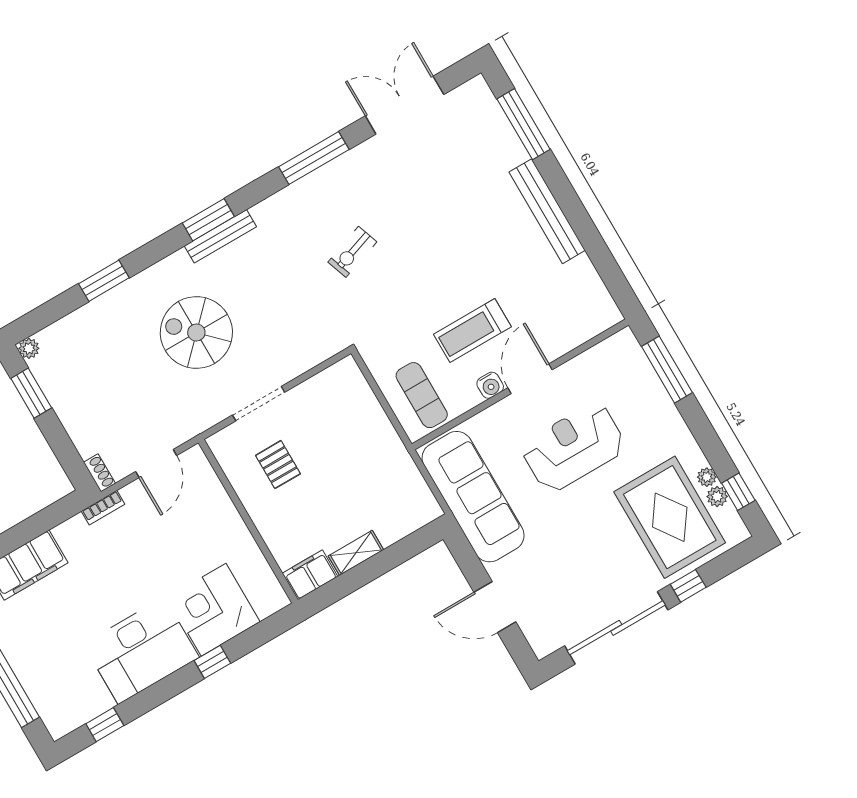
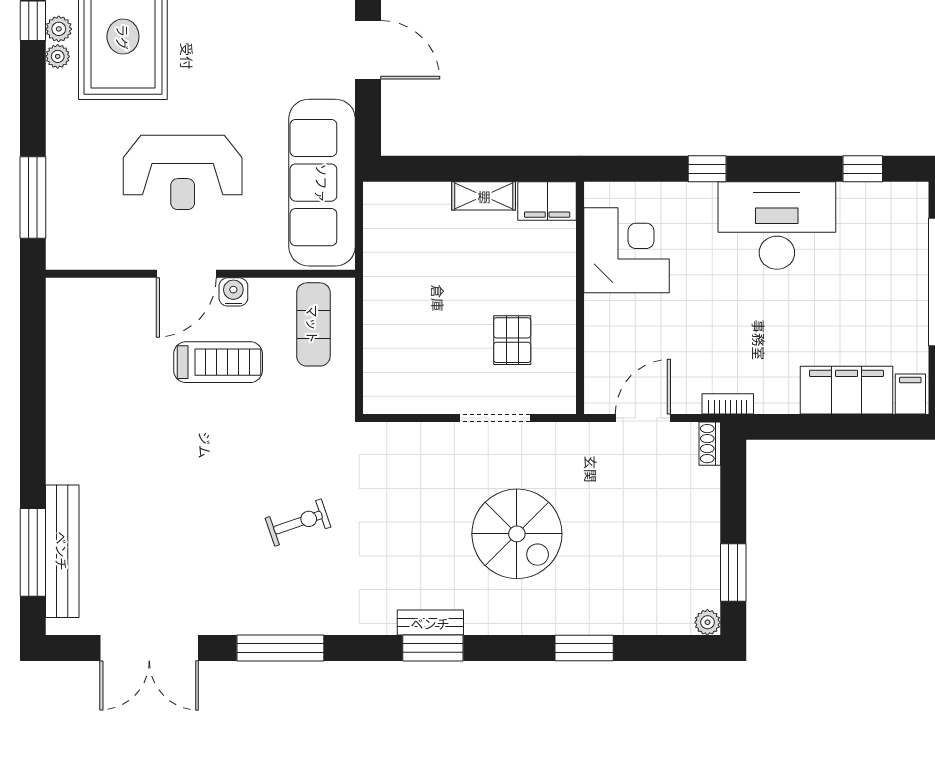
bench: (547, 211) -> (62, 551), moved
bench: (220, 236) -> (430, 623), width x0.73
corner desk: (214, 610) -> (627, 250), moved, turned -90

